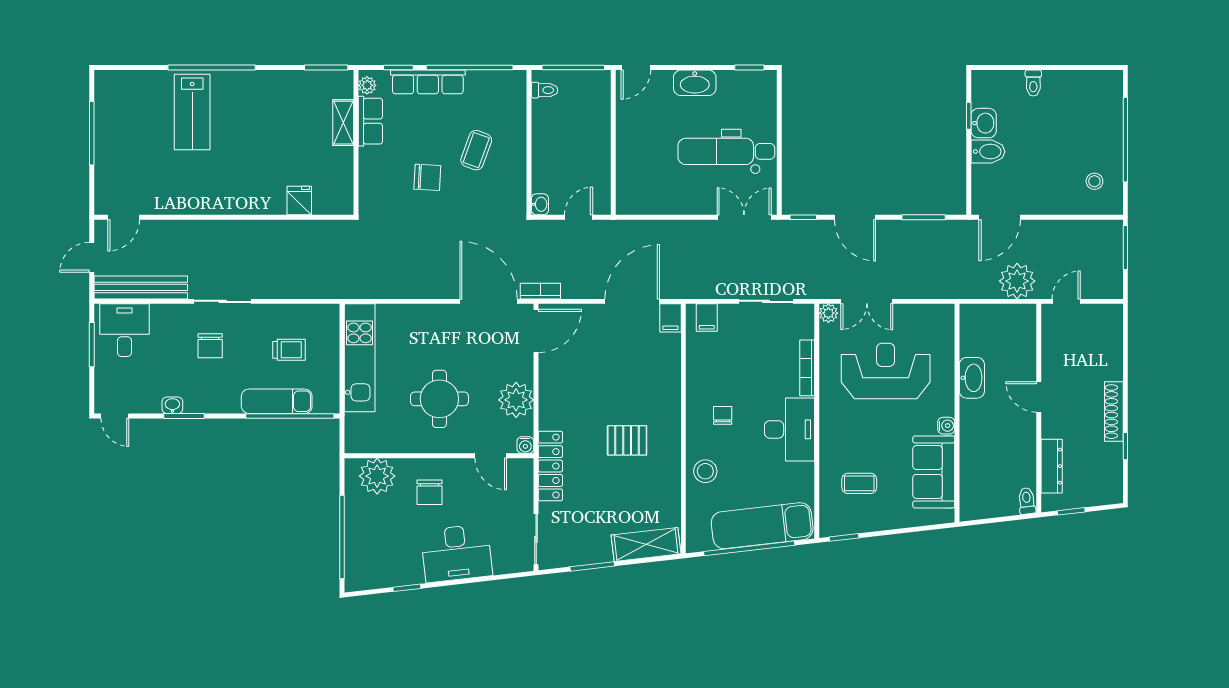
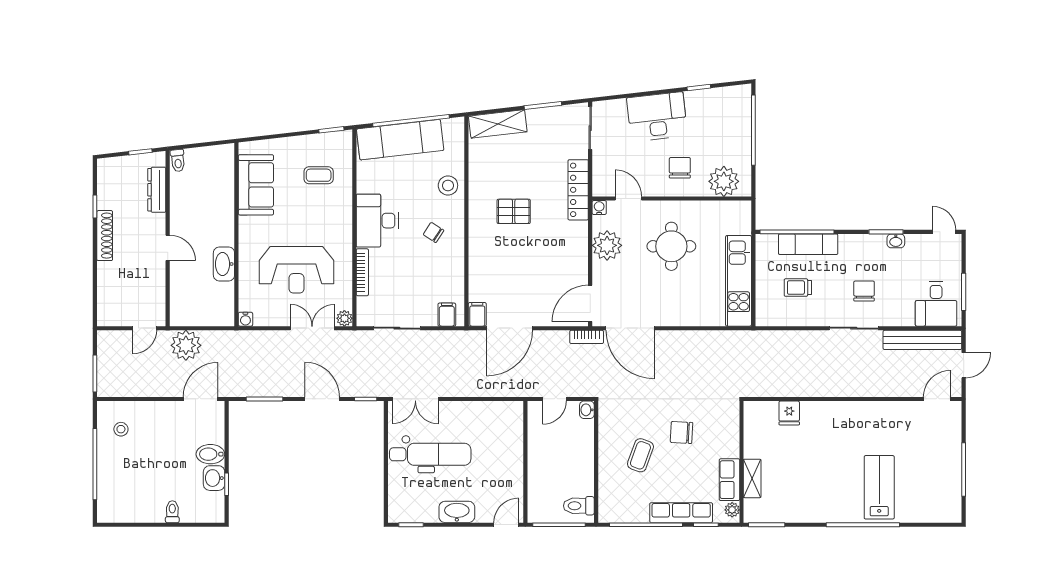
toilet: (545, 90) -> (579, 506), width x1.37, depth x1.39
chair: (723, 415) -> (433, 232), turned 123
water cooler: (946, 426) -> (245, 319), moved, turned -90

